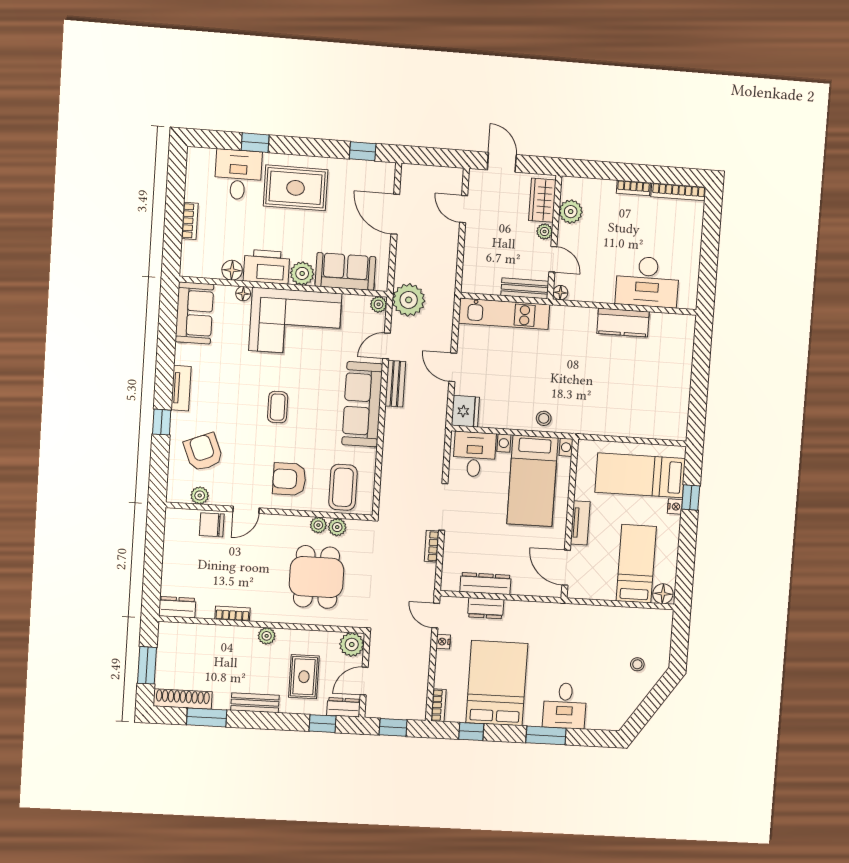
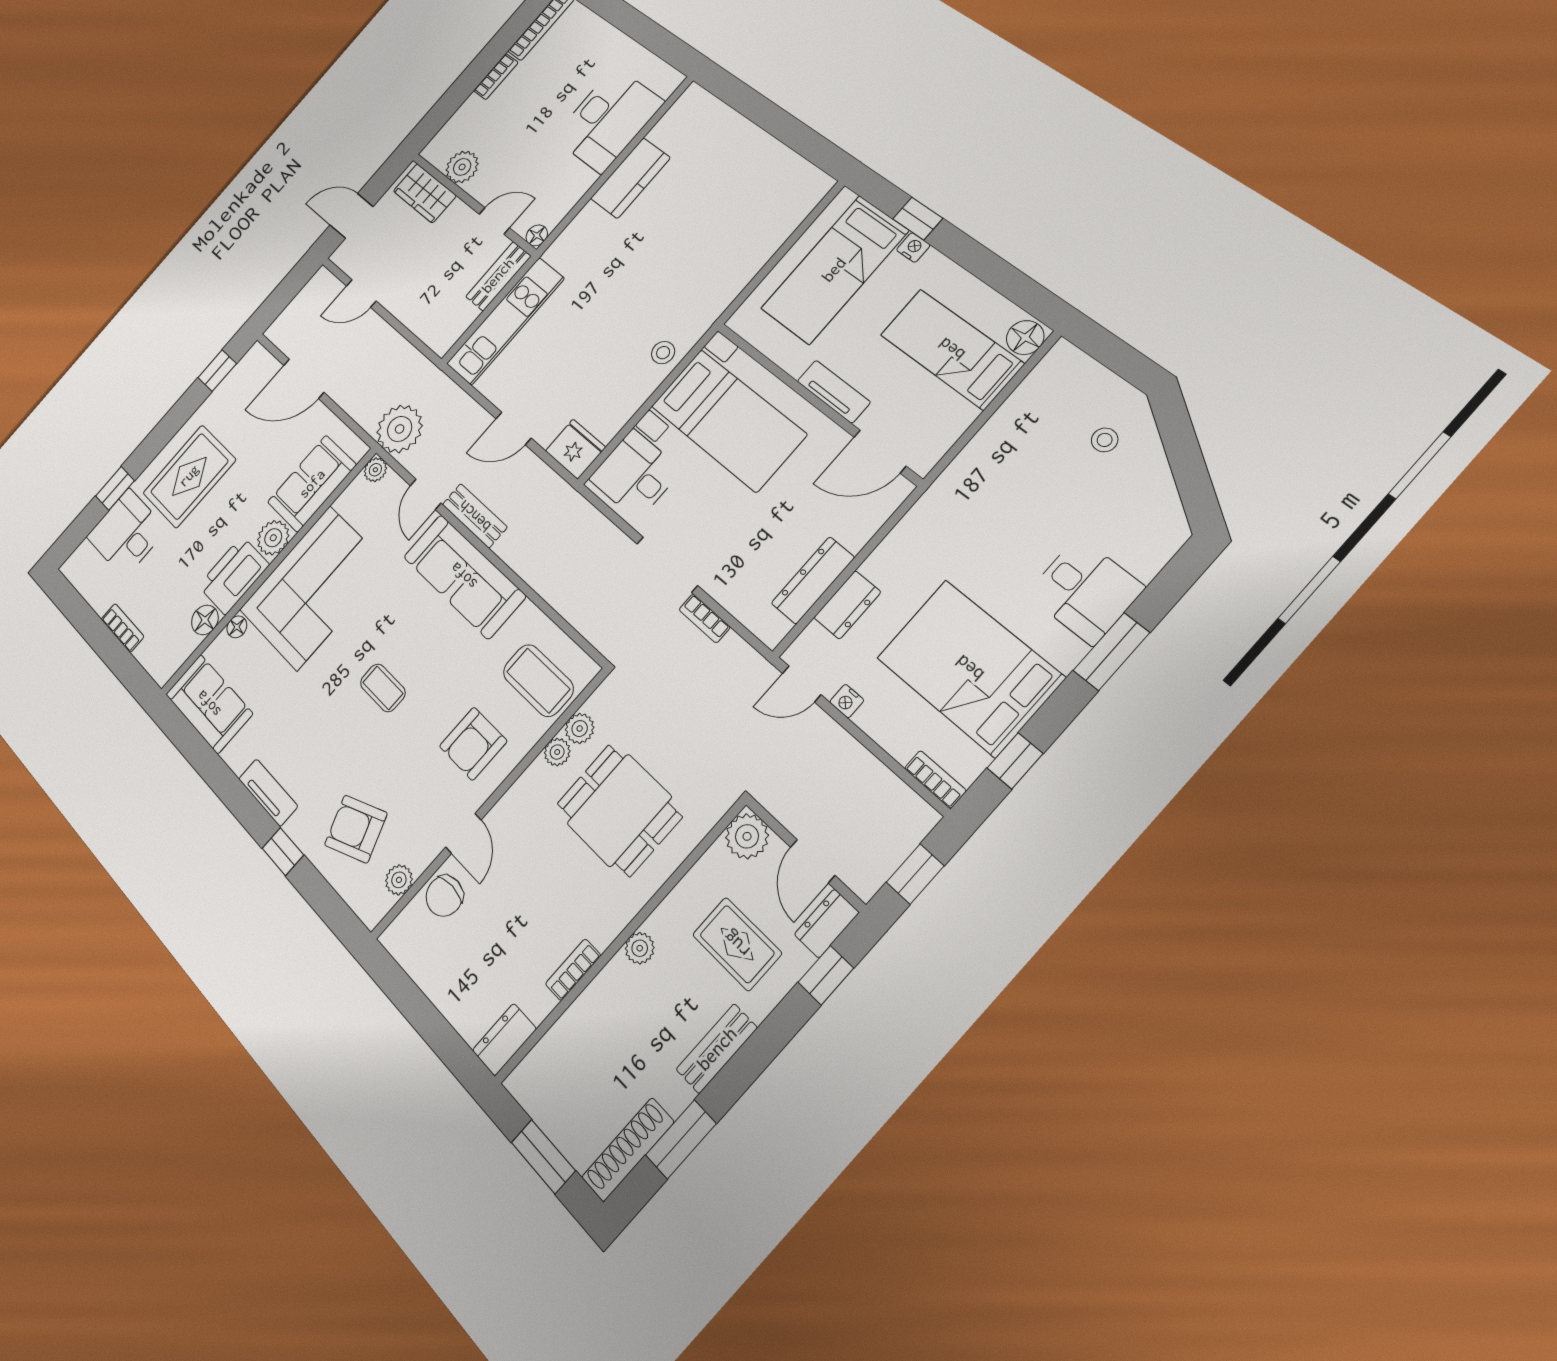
plant: (545, 232) -> (458, 212), removed

